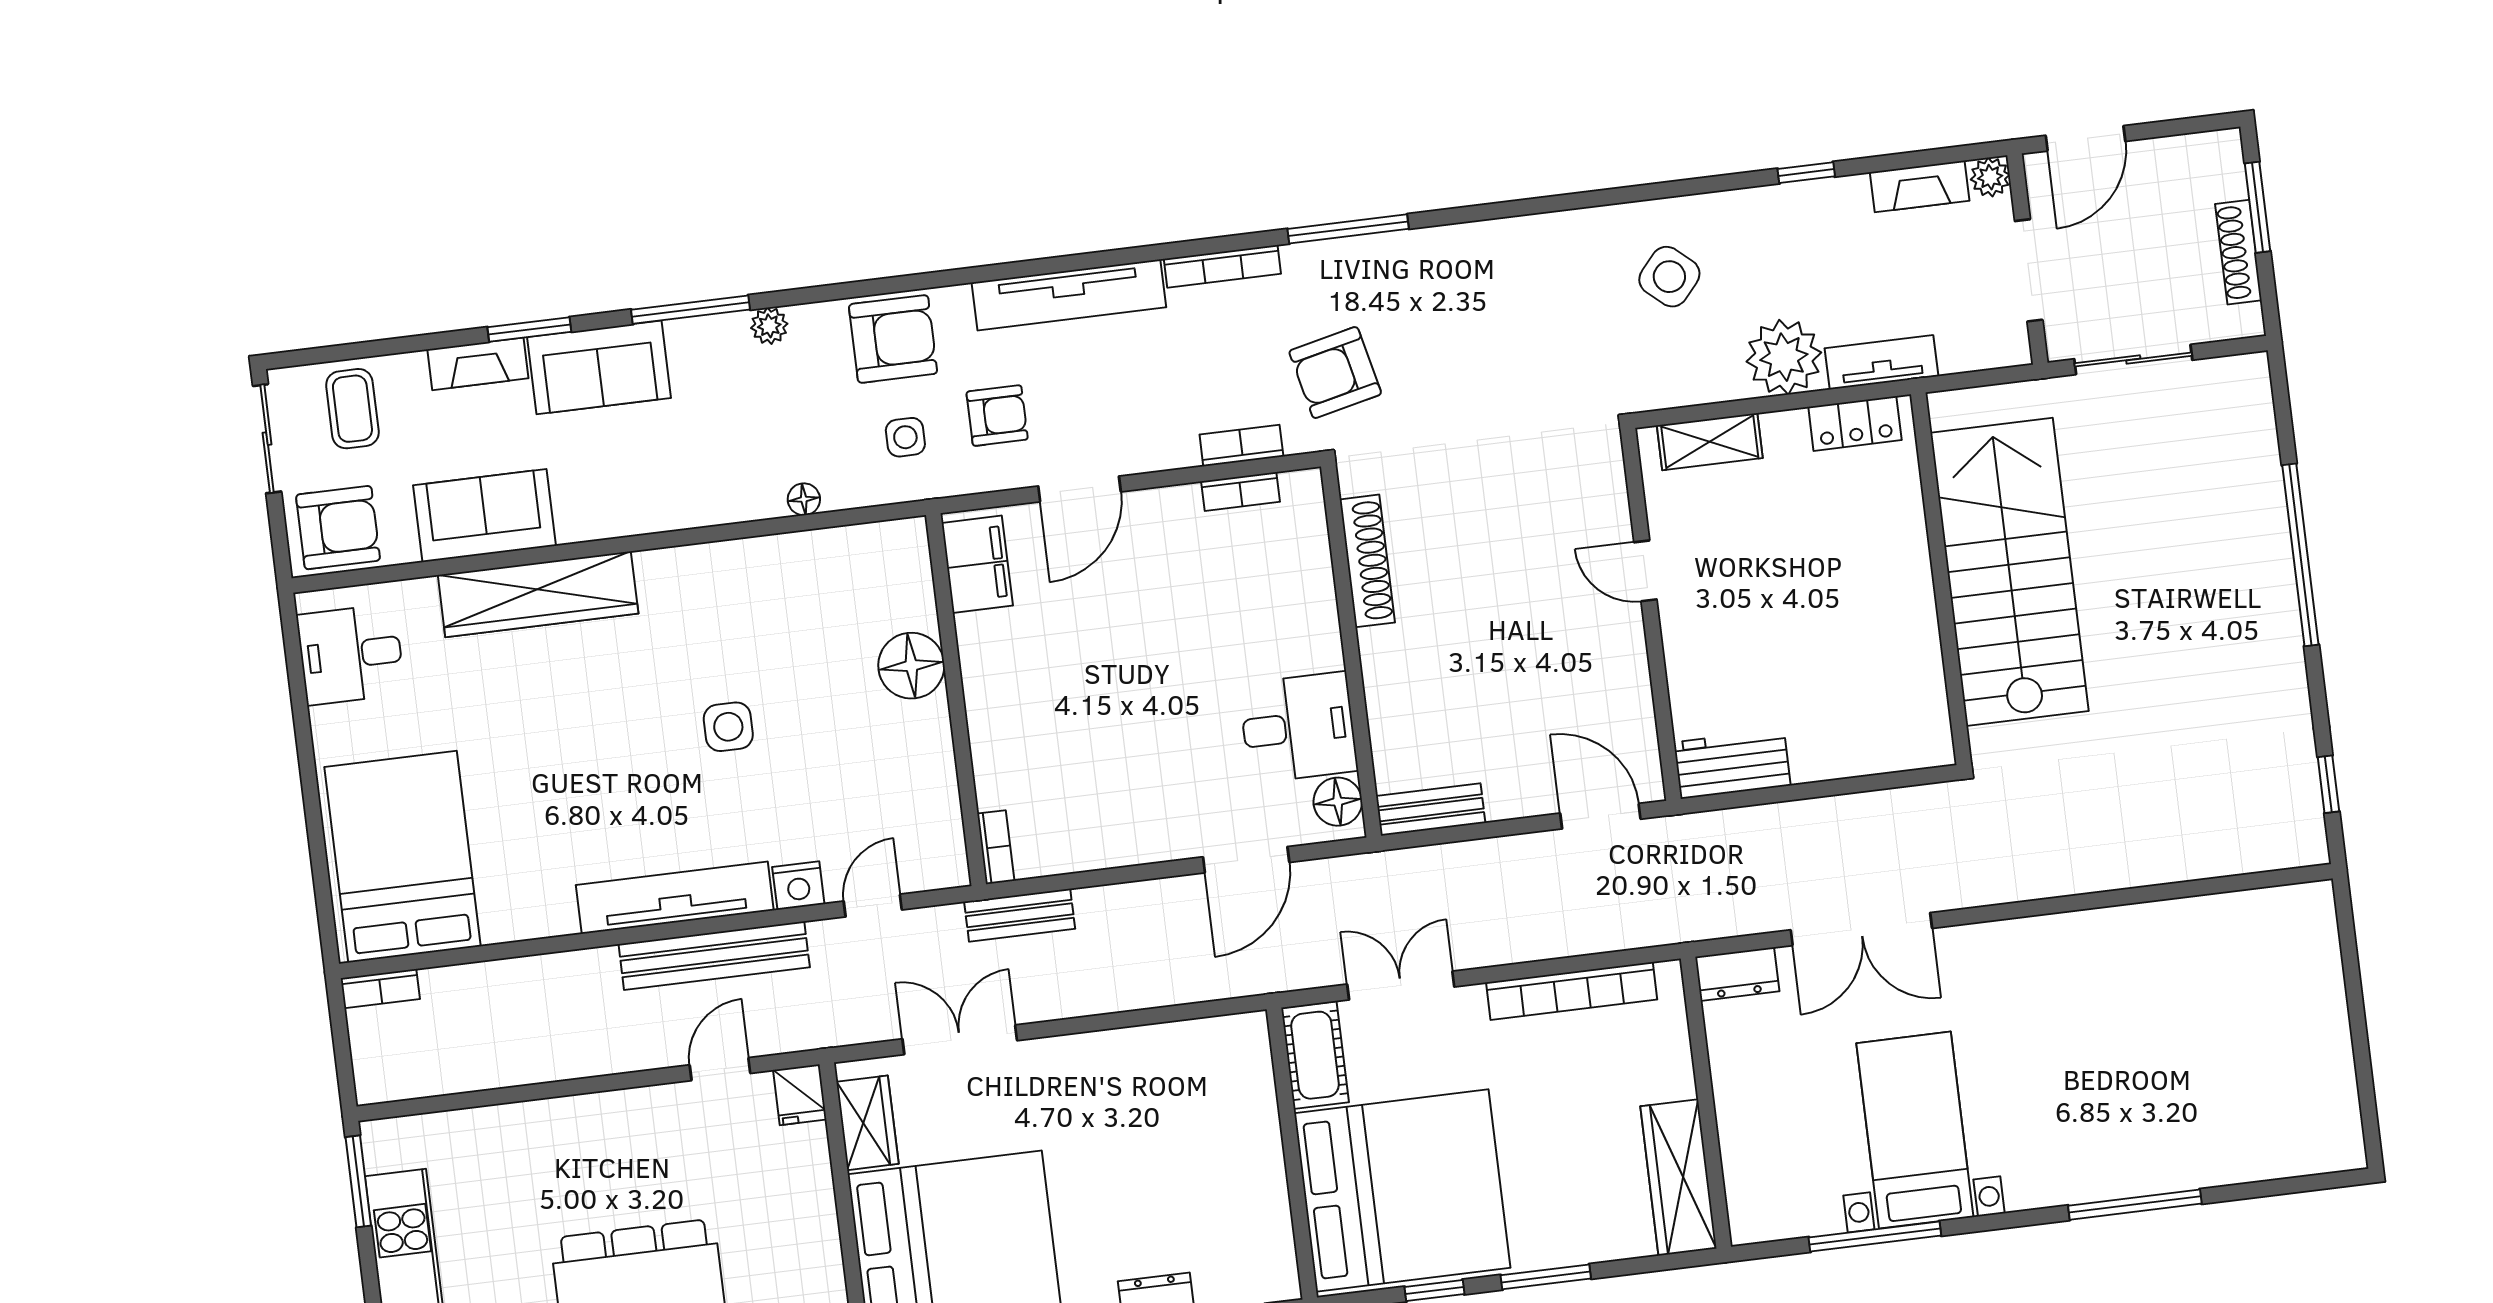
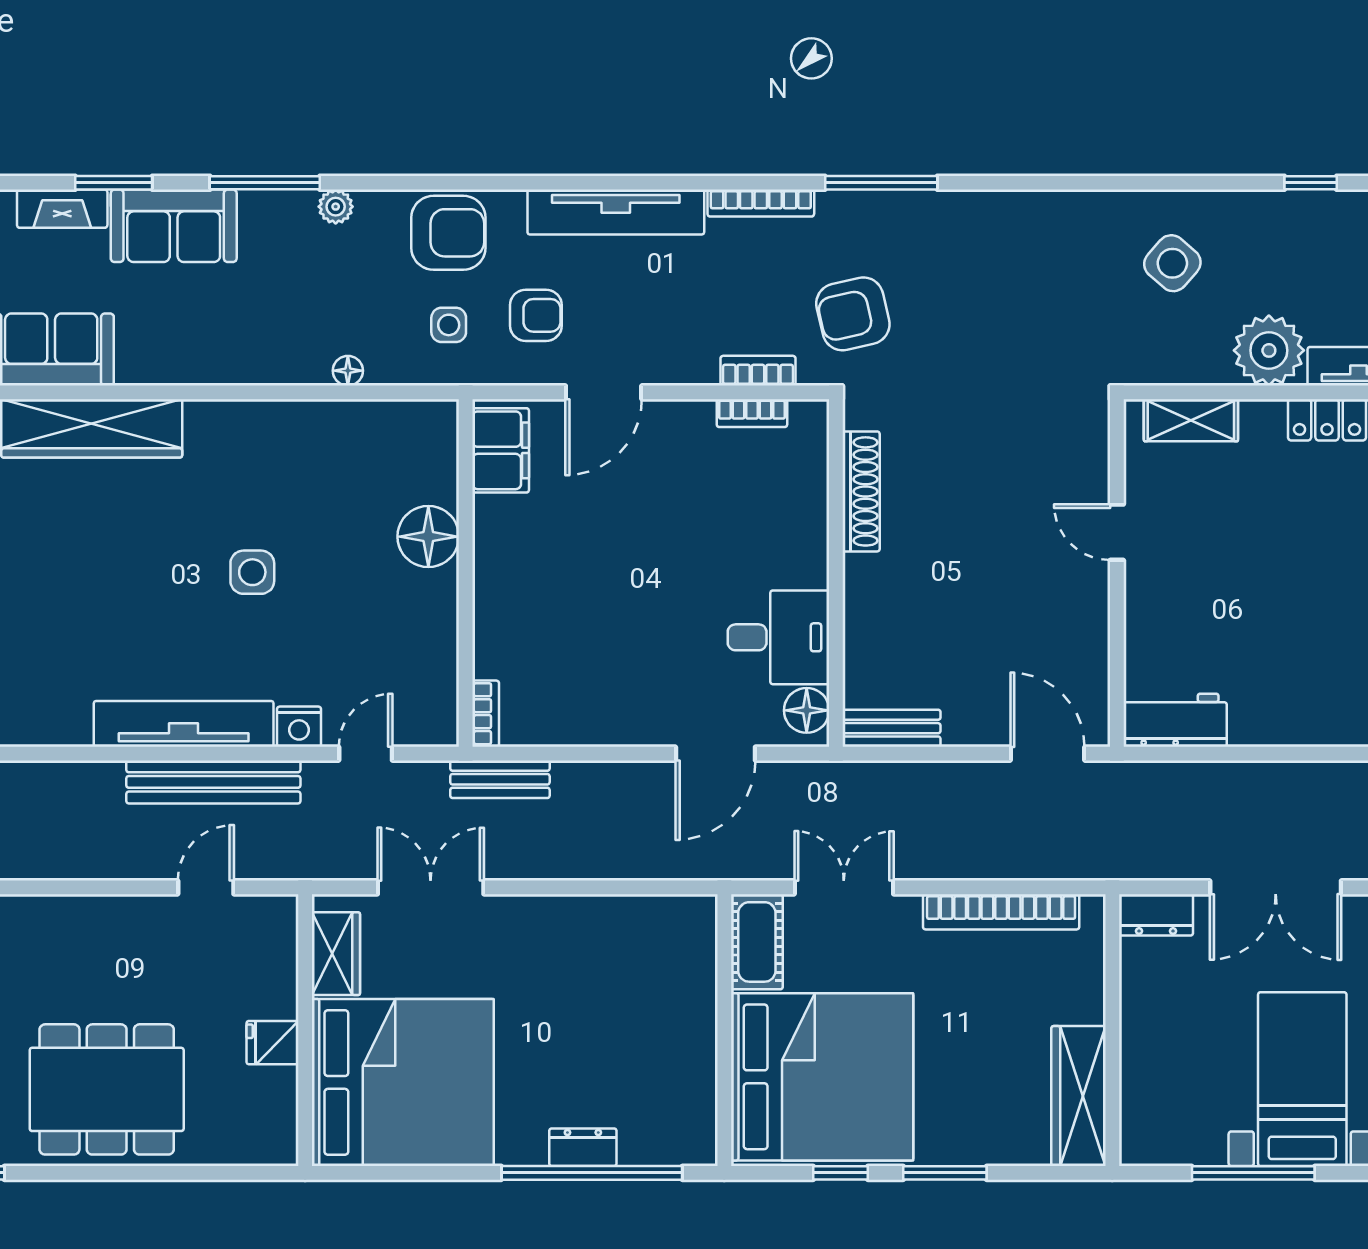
fridge: (800, 1095) -> (272, 1043), moved, turned 90

